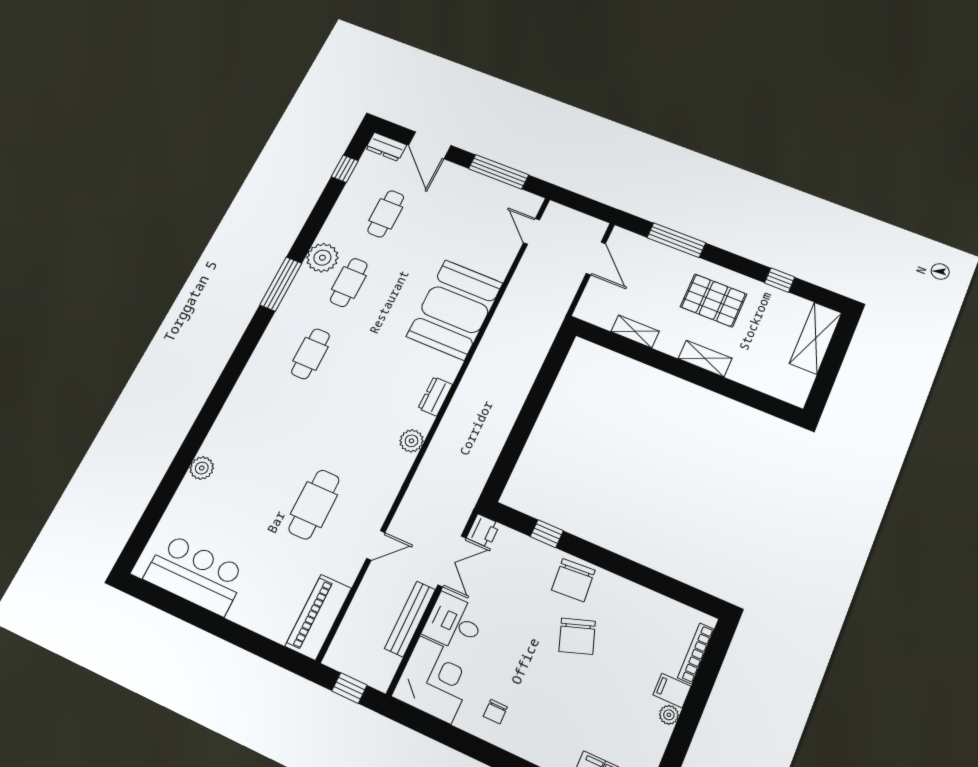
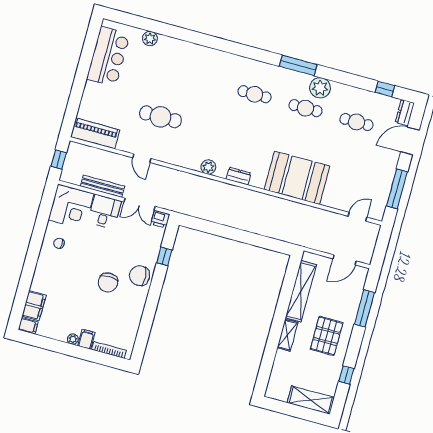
shelving: (635, 331) -> (301, 291), width x2.20, depth x1.33
plant: (202, 468) -> (150, 39), moved
chair: (577, 636) -> (108, 282), turned -71

